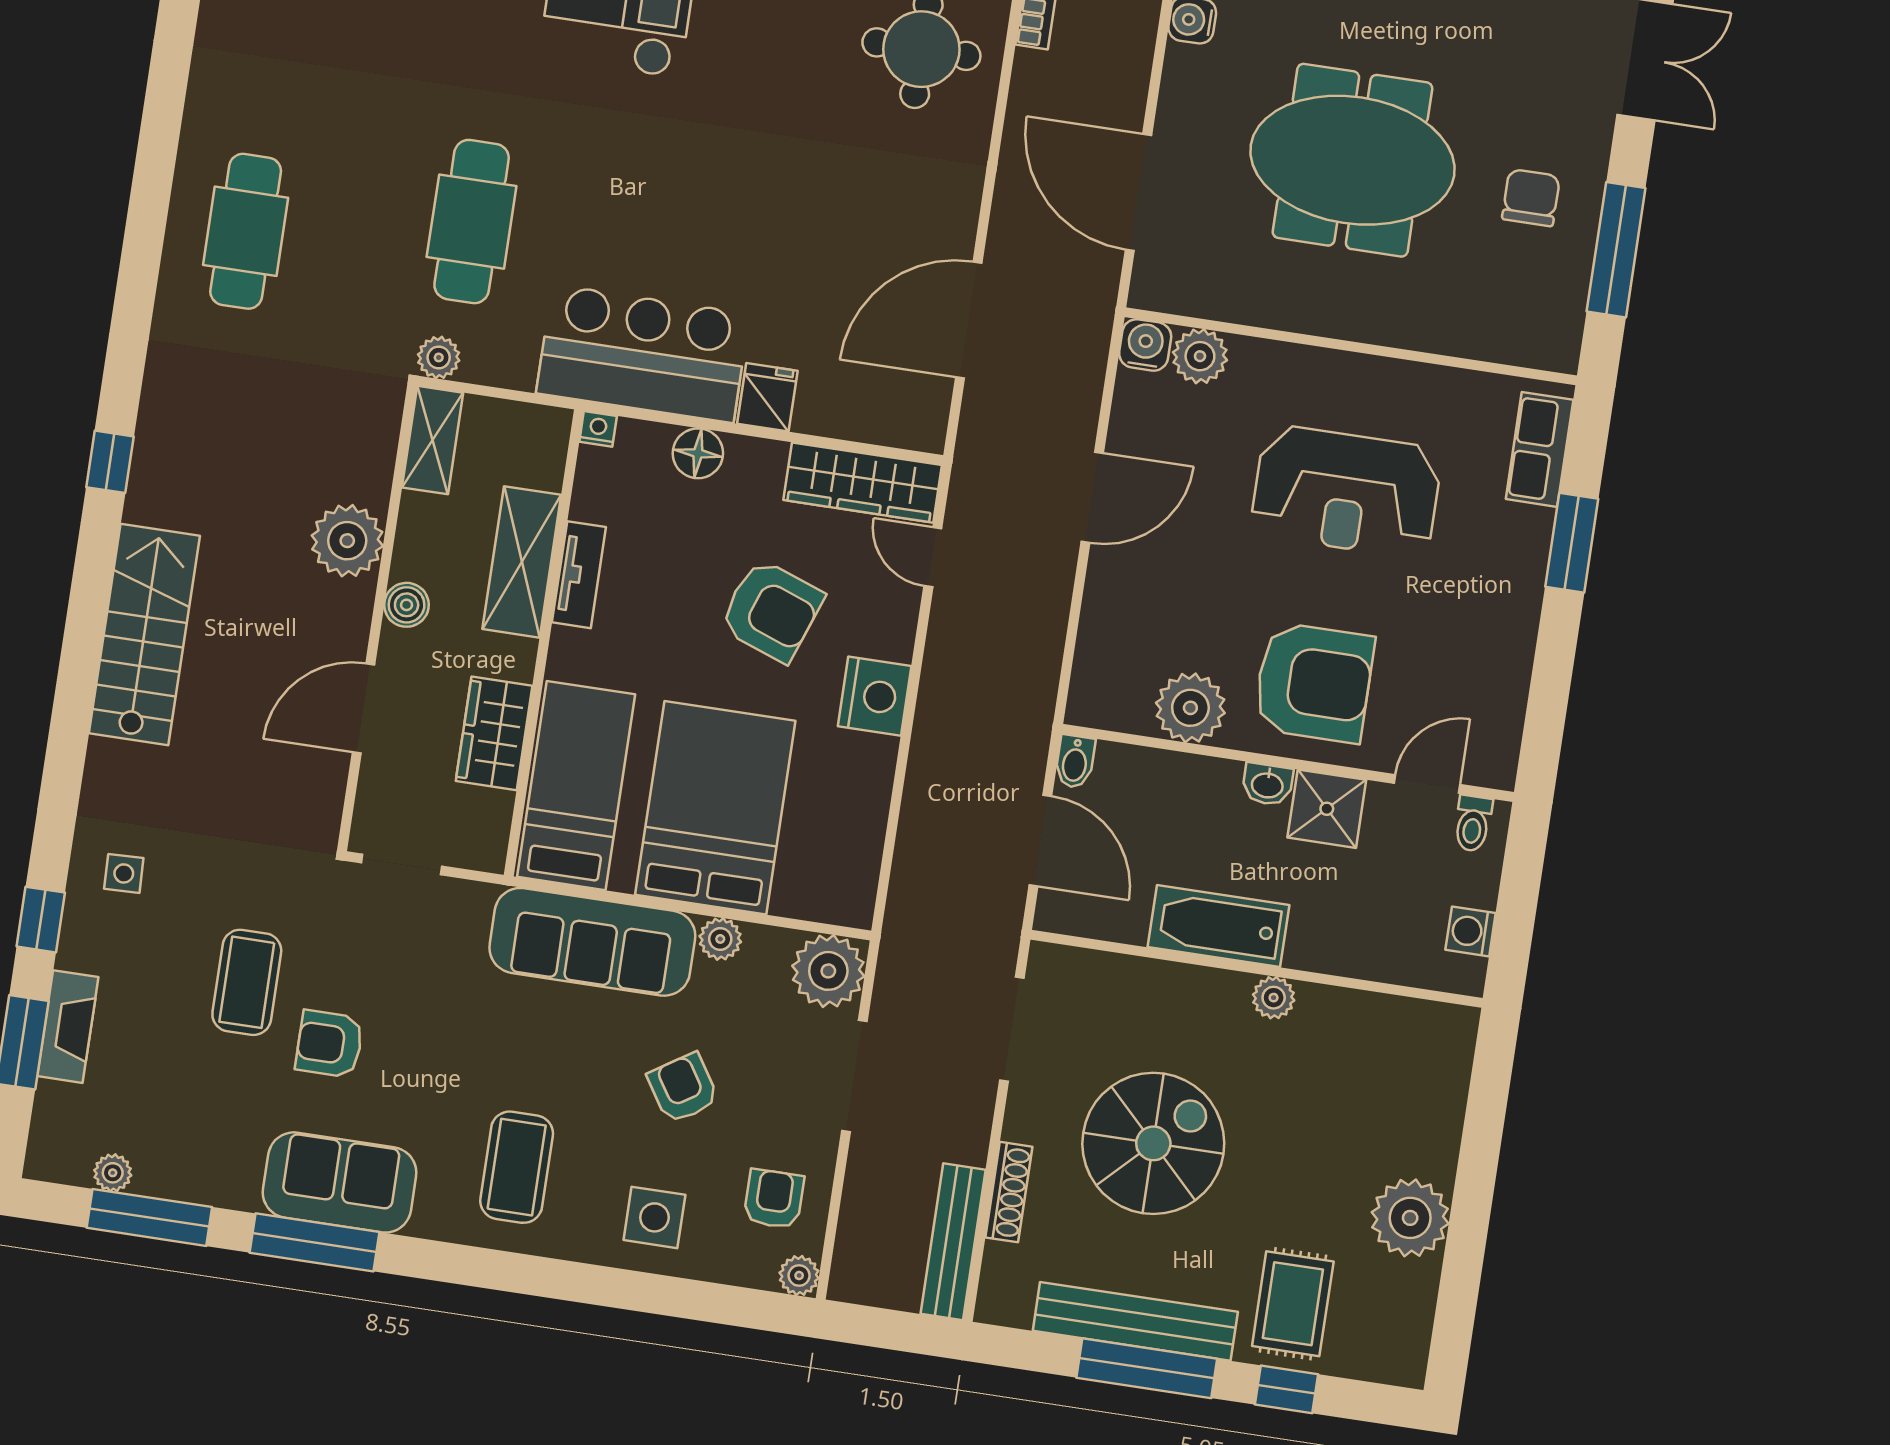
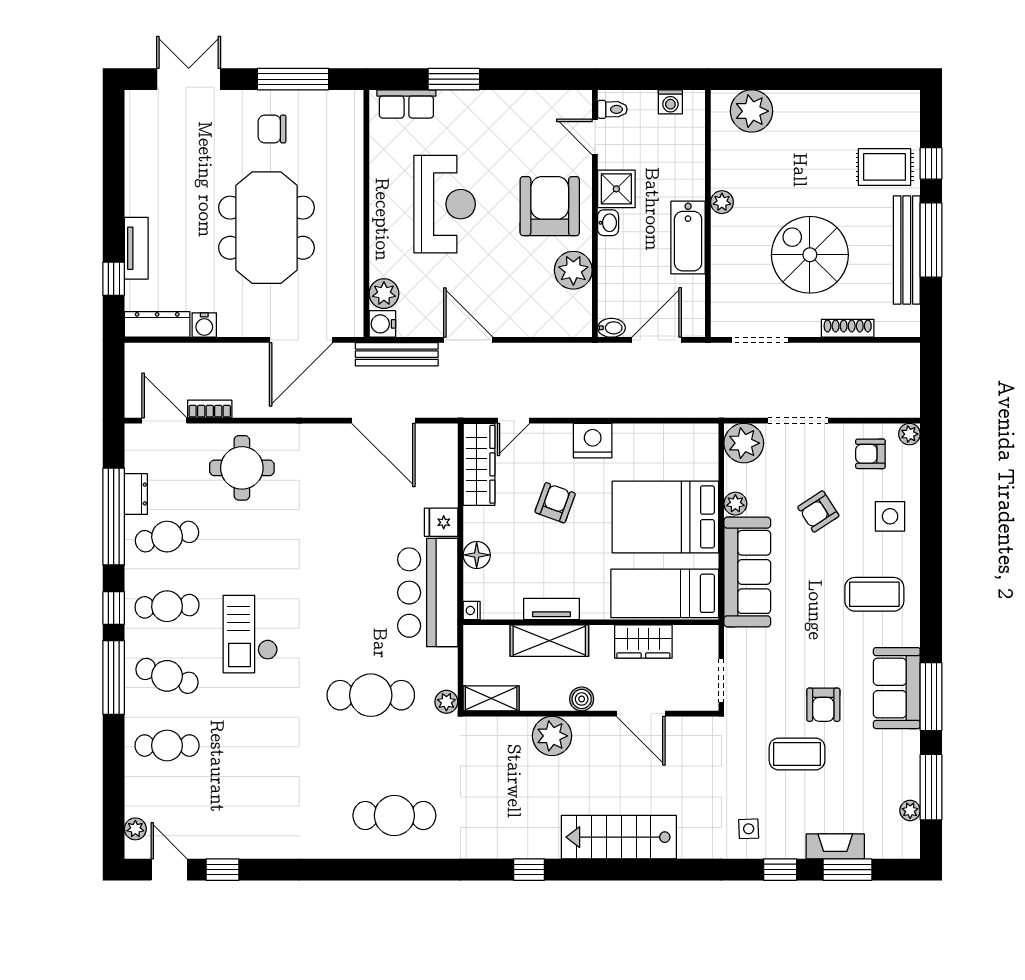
armchair: (772, 611) -> (555, 503), width x0.72, depth x0.72
plant: (1410, 1218) -> (752, 111), moved
bench: (953, 1242) -> (397, 354), moved

